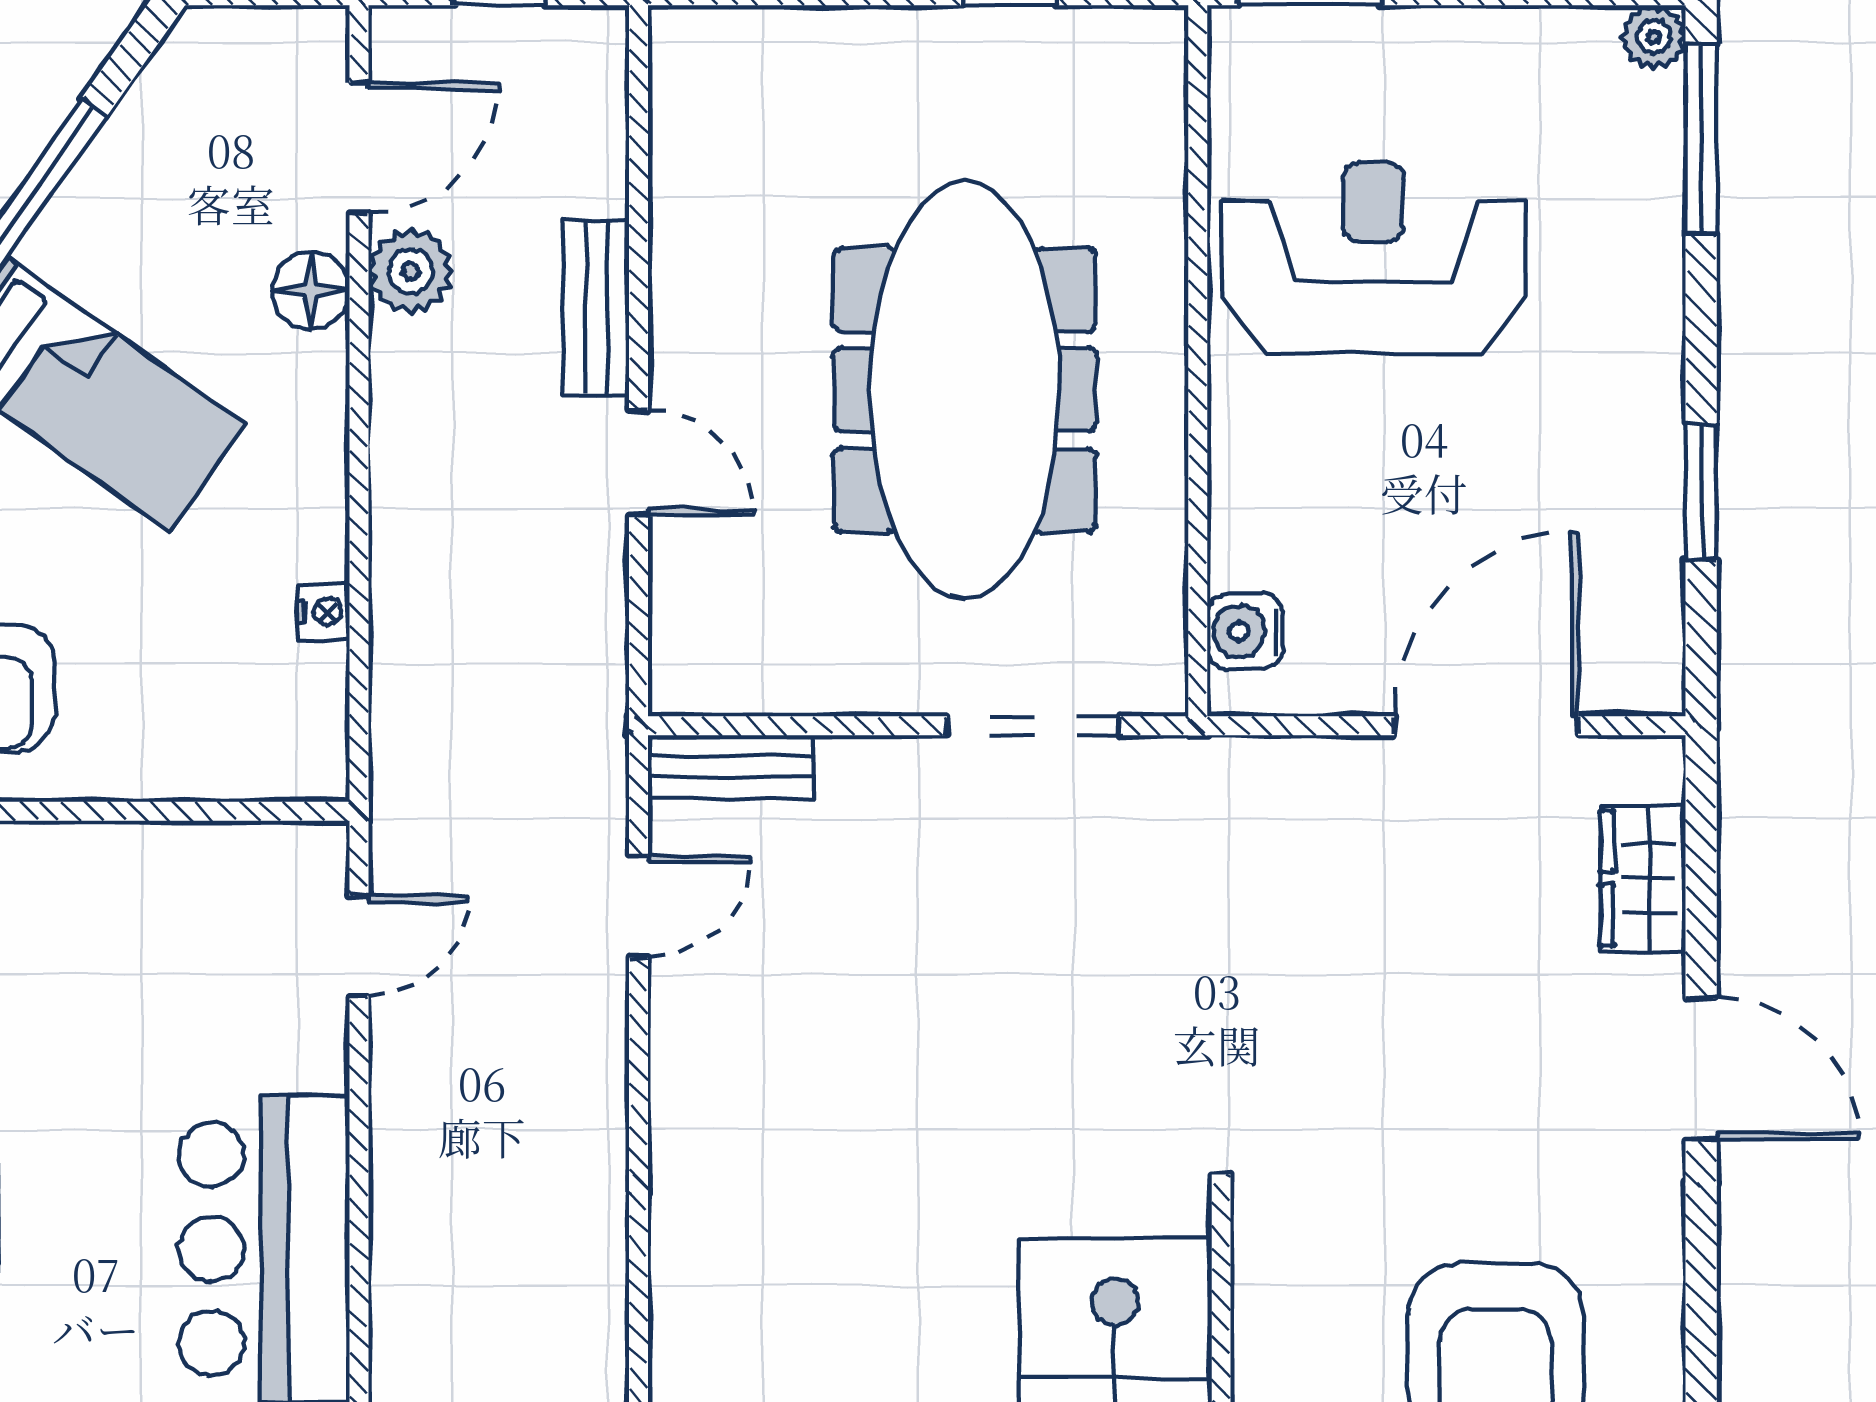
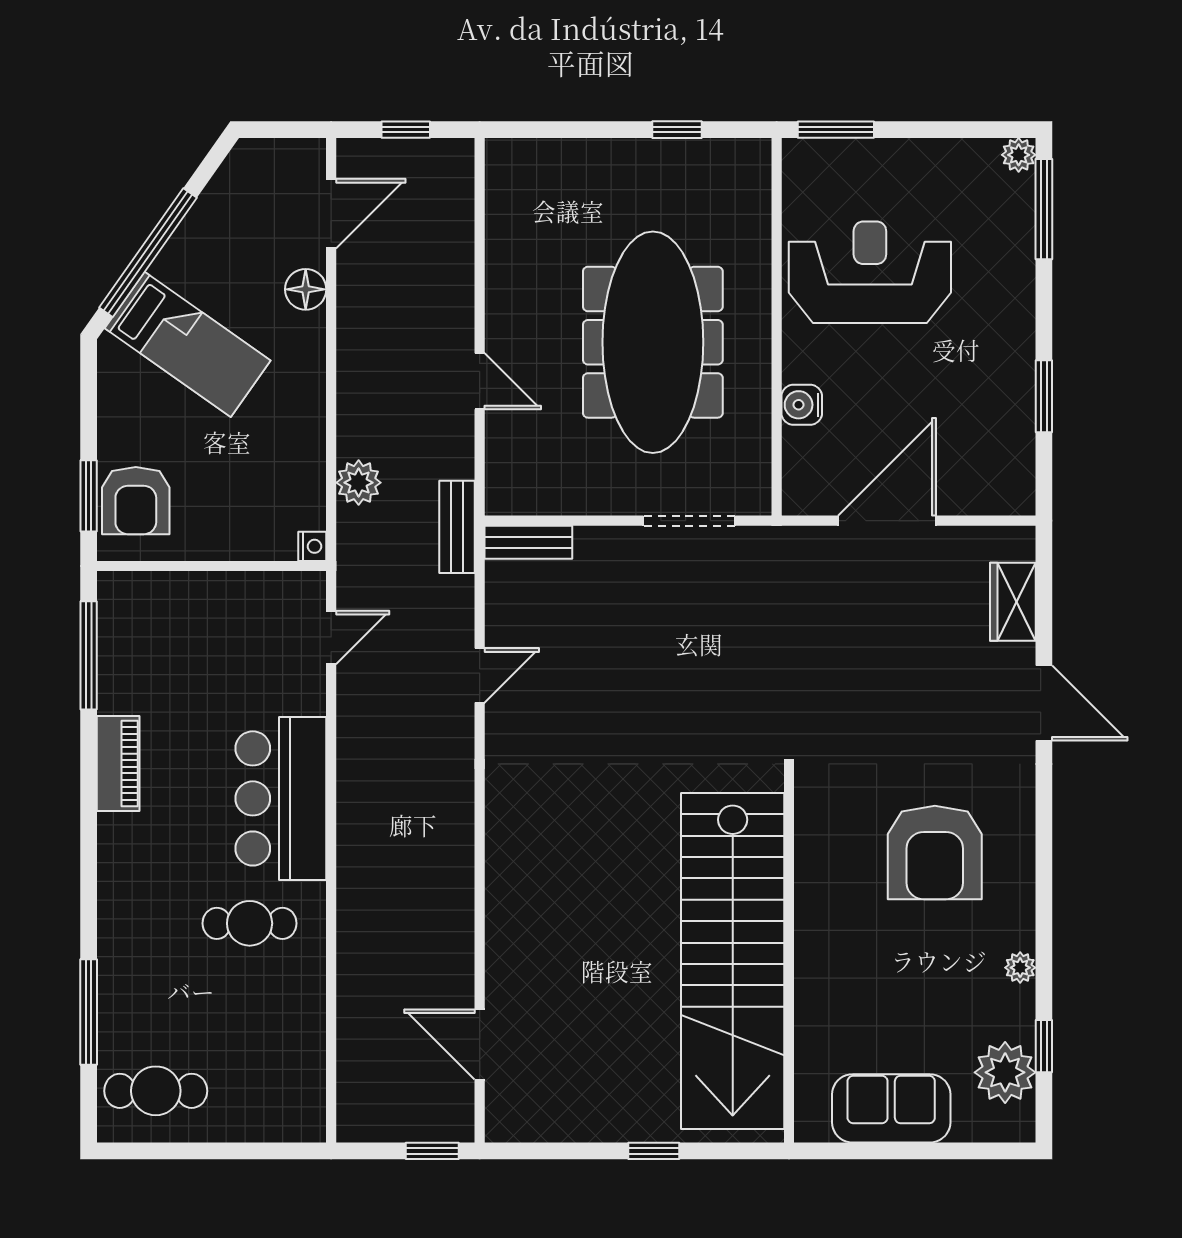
plant: (411, 271) -> (359, 483), moved
bench: (596, 307) -> (457, 527), moved
nightstand: (323, 612) -> (312, 546), moved
water cooler: (1245, 631) -> (802, 405), moved
door: (1486, 726) -> (887, 521), moved
door: (639, 906) -> (480, 675), moved

